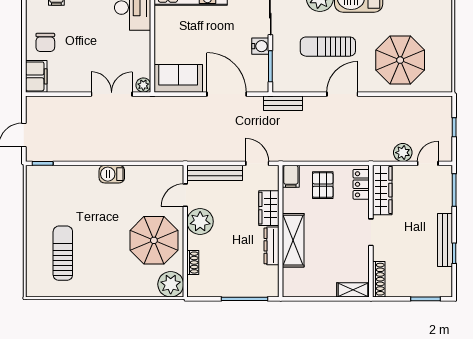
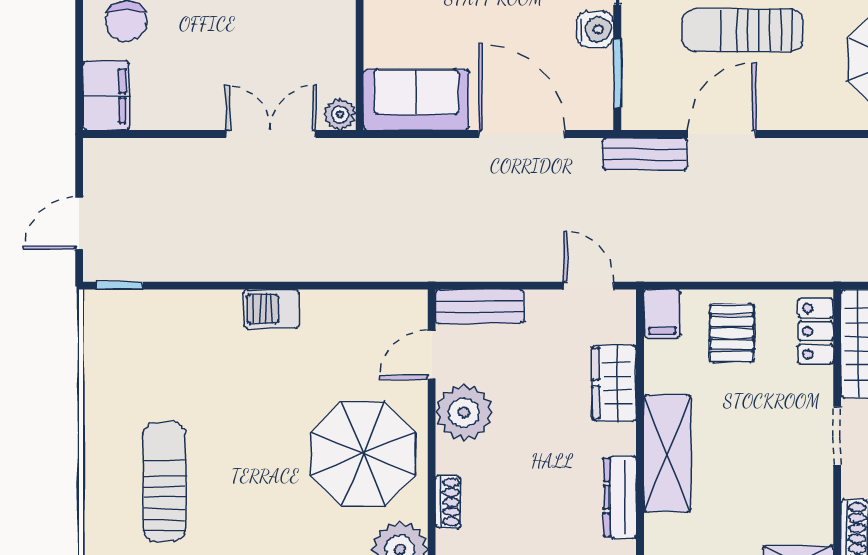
door: (342, 94) -> (722, 134), moved
bench: (215, 173) -> (480, 306), width x0.73
dresser: (272, 246) -> (620, 497), moved

